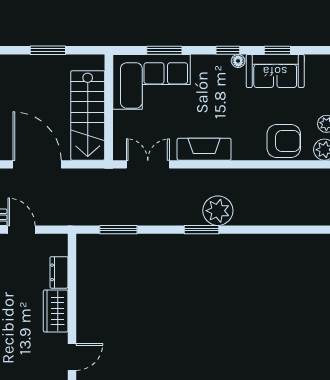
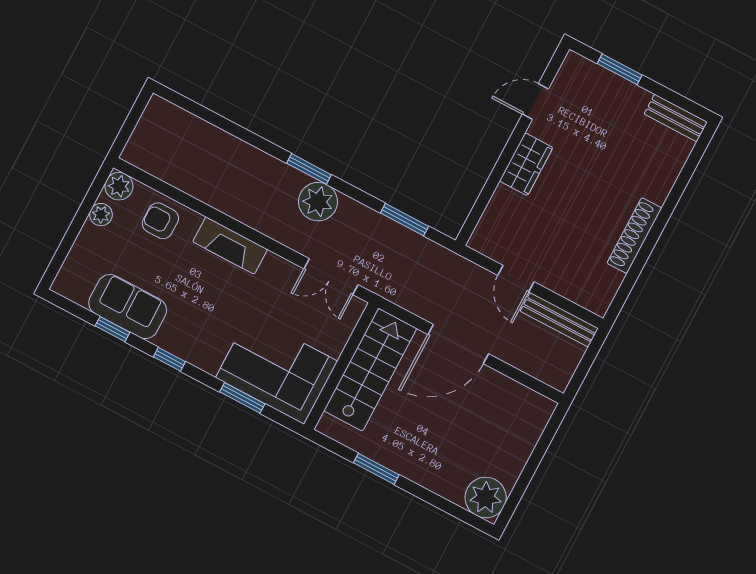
floor lamp: (238, 61) -> (164, 341), removed
armchair: (284, 141) -> (160, 221), width x0.72, depth x0.72
fireplace: (204, 149) -> (230, 246), moved
door: (37, 164) -> (458, 344), hinge flipped
plant: (218, 211) -> (318, 202), moved
dresser: (59, 272) -> (499, 207), removed

